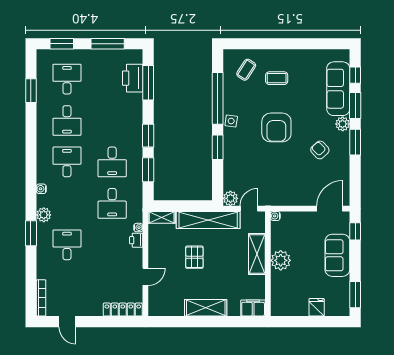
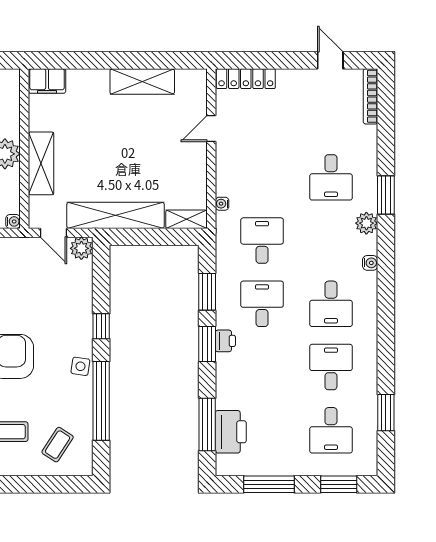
window: (218, 147) -> (101, 326), width x0.67
door: (249, 209) -> (53, 233), hinge flipped
printer: (136, 240) -> (225, 341), moved
pallet: (194, 257) -> (137, 158), removed
shelving: (206, 308) -> (142, 81), moved

